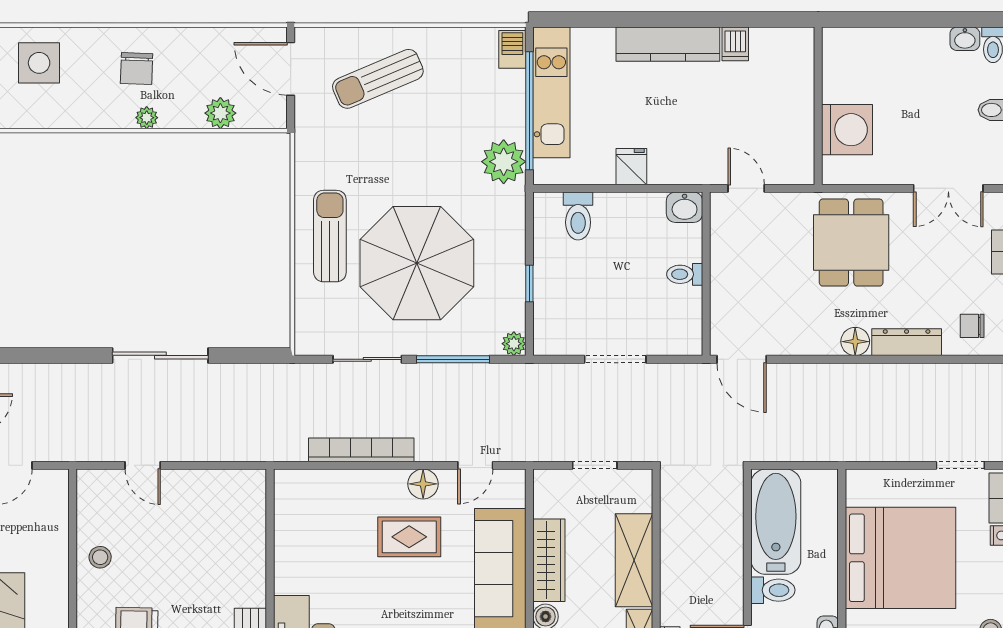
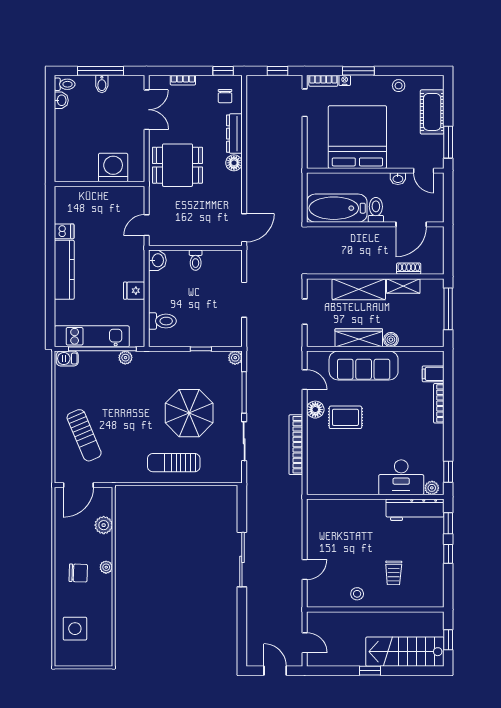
plant: (504, 162) -> (125, 358), width x0.53, depth x0.53
parasol: (417, 263) -> (189, 413), width x0.73, depth x0.73
rug: (409, 537) -> (345, 417), turned 90

